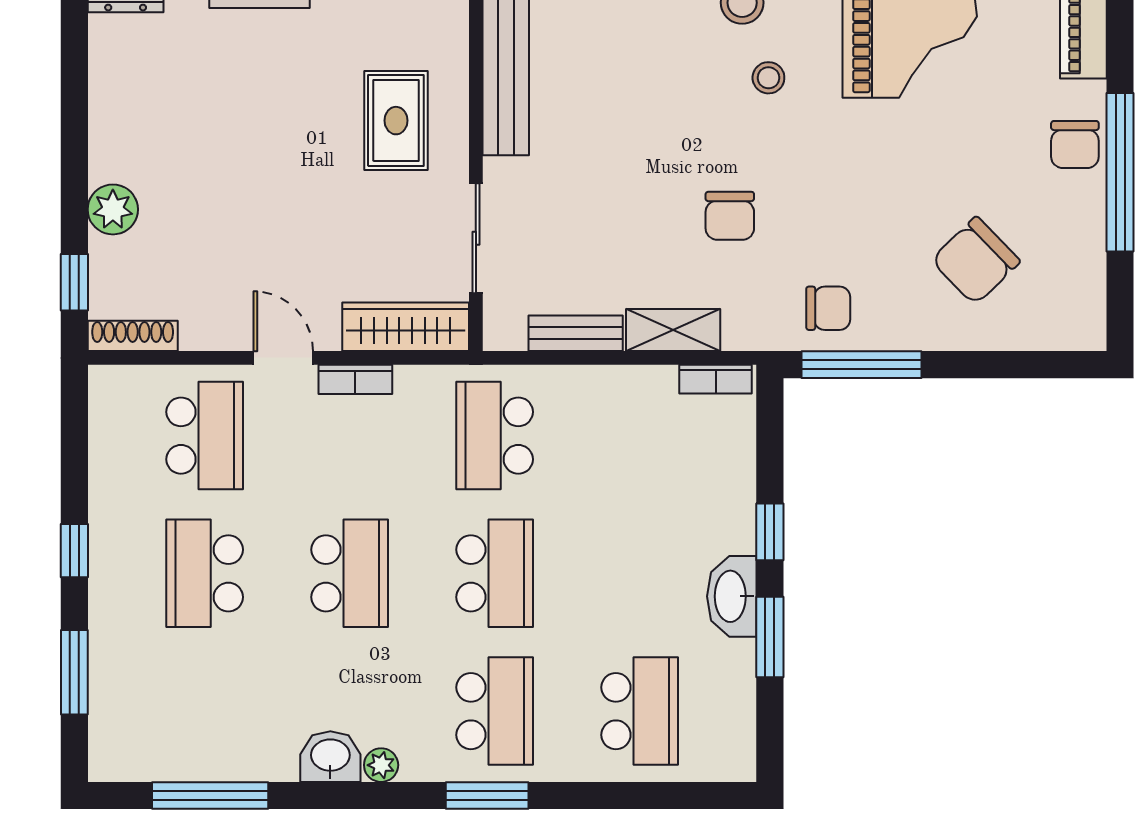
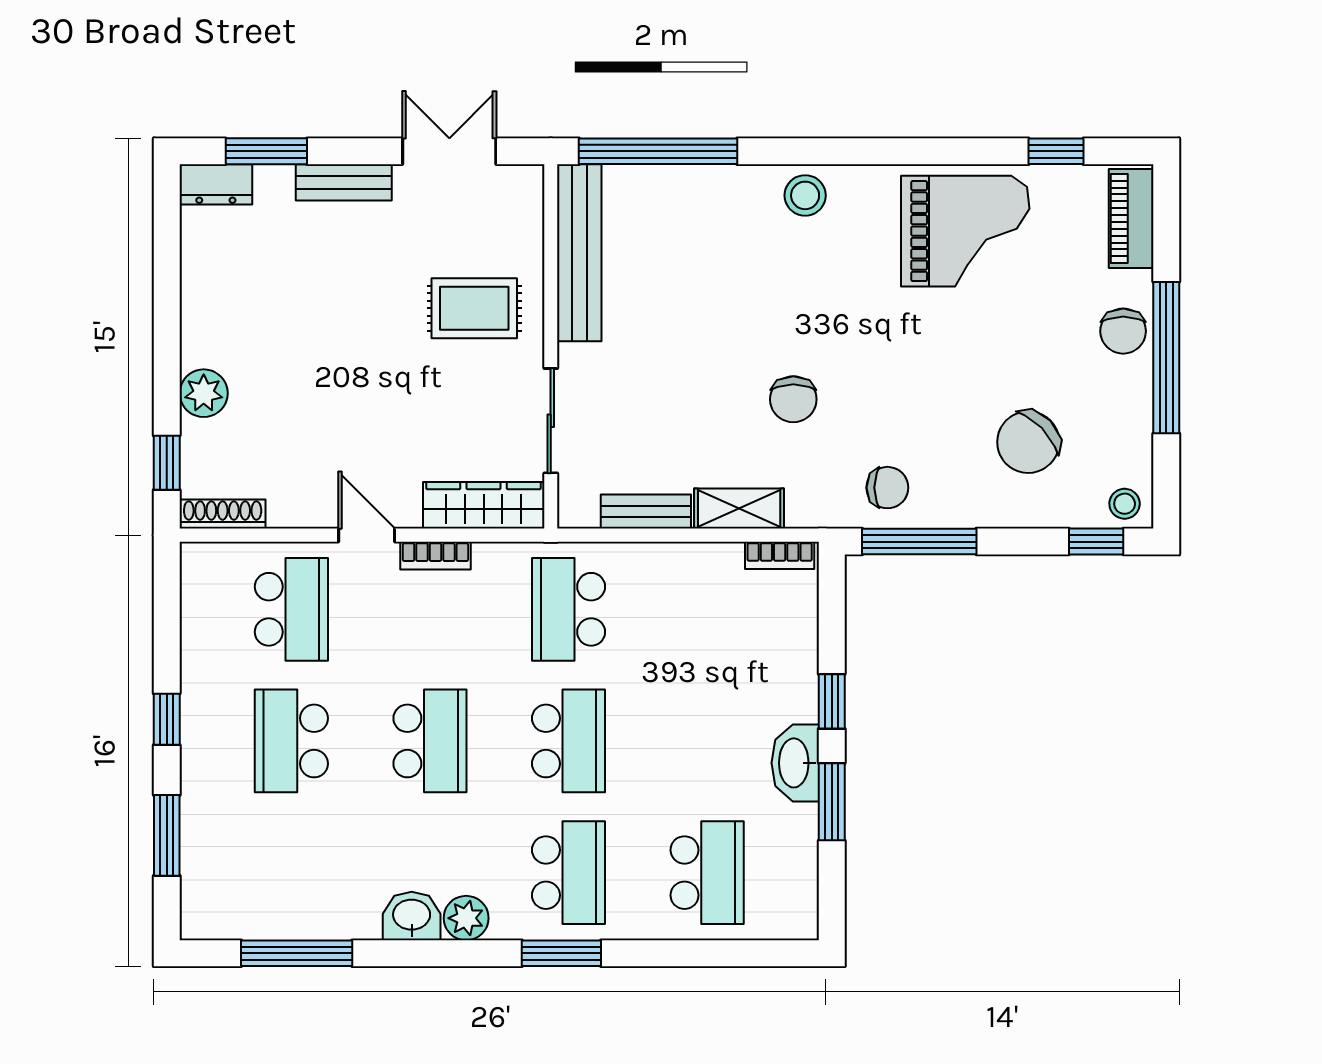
stool: (768, 78) -> (1125, 504), moved
rug: (396, 121) -> (474, 308), turned 90
window: (1047, 365) -> (1096, 542), added
plant: (381, 765) -> (466, 918), width x1.38, depth x1.38

